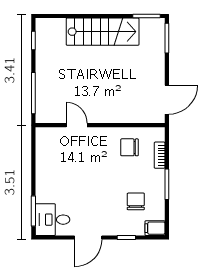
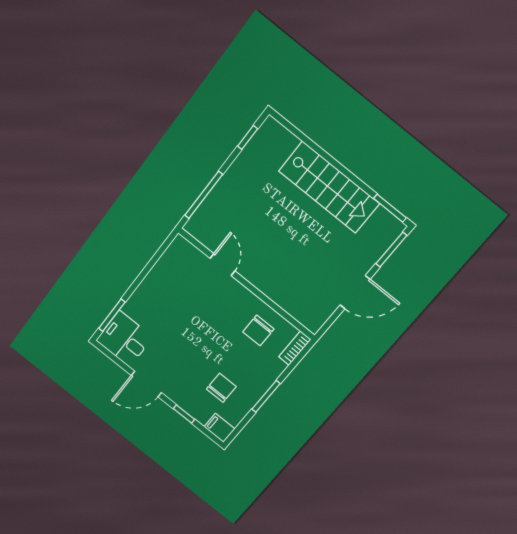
door: (167, 100) -> (355, 292), moved
chair: (130, 147) -> (258, 330), turned -90
bookcase: (160, 155) -> (295, 348), moved

